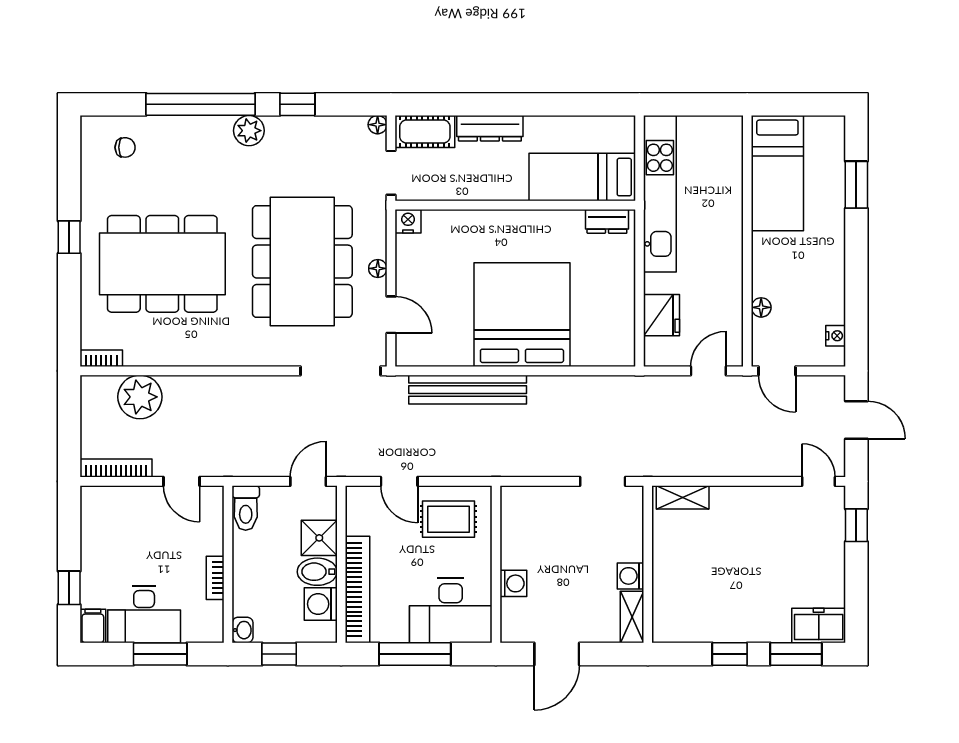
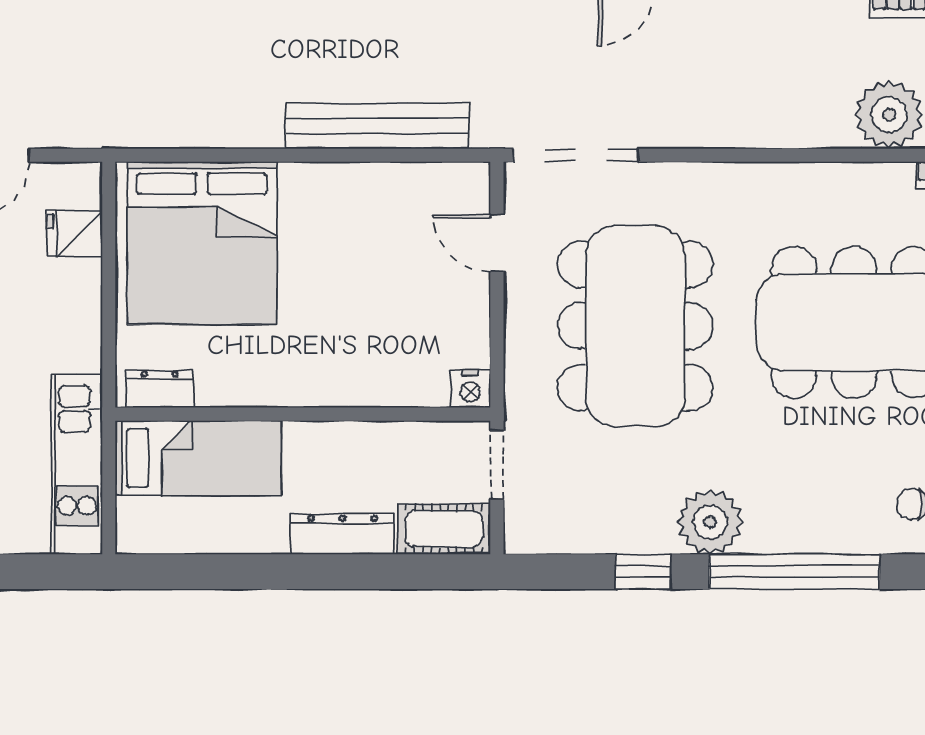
floor lamp: (378, 125) -> (518, 540), removed
plant: (249, 131) -> (710, 522), width x1.36, depth x1.36
kitchen unit: (660, 194) -> (77, 465), width x0.73
floor lamp: (378, 268) -> (518, 315), removed
bed: (522, 315) -> (202, 243), moved
fridge: (661, 315) -> (74, 233), width x0.72

